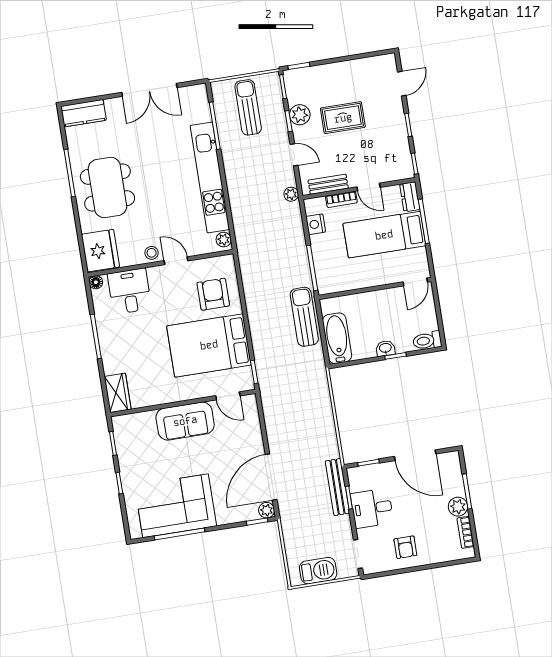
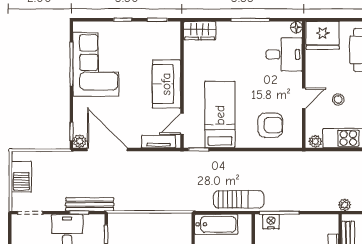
nightstand: (316, 224) -> (271, 222), moved
stool: (152, 253) -> (338, 99), moved
bed: (209, 345) -> (220, 115), width x0.67
tv unit: (252, 420) -> (159, 141), added

